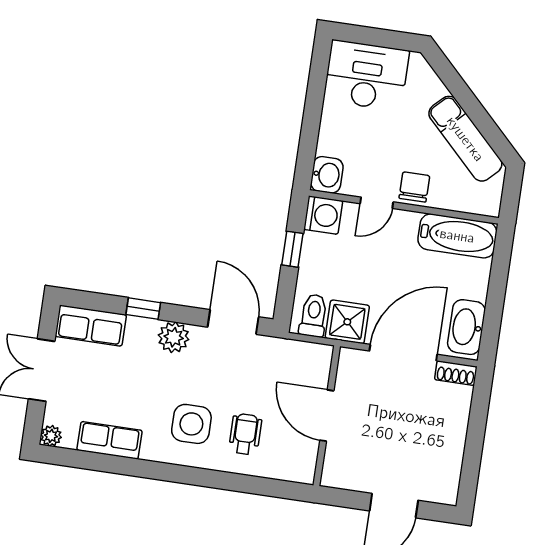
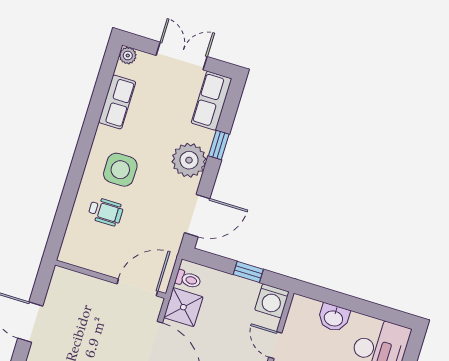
washbasin: (327, 175) -> (334, 318), moved
toilet: (313, 315) -> (188, 279), width x0.73, depth x0.72
plant: (174, 337) -> (189, 160), width x1.36, depth x1.36
door: (327, 416) -> (137, 287), moved

